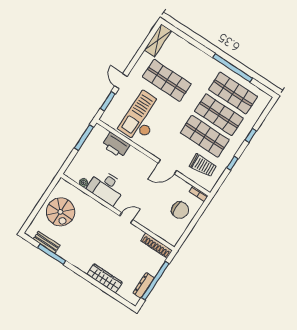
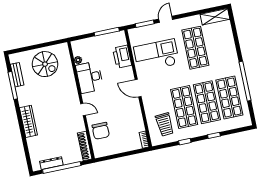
door: (167, 167) -> (138, 88), moved
chair: (180, 210) -> (101, 131), moved
spiral stairs: (60, 212) -> (45, 64), turned -90
wardrobe: (105, 278) -> (28, 121), moved

